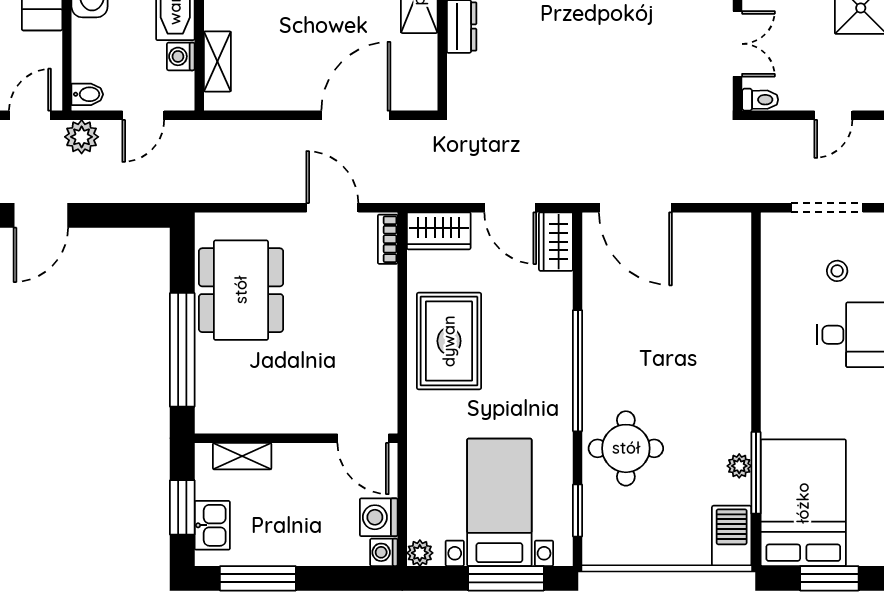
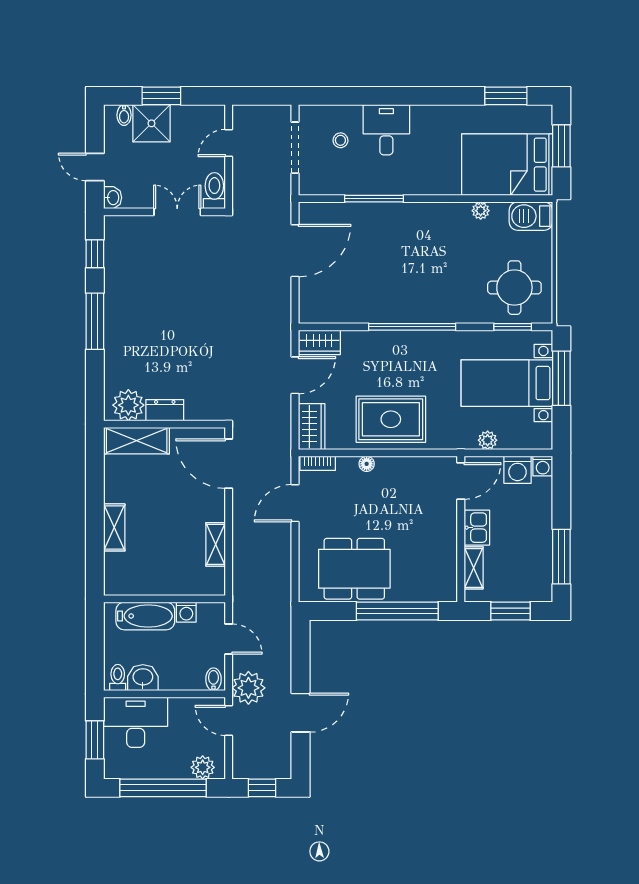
shelving: (217, 61) -> (216, 544), moved, turned 90
toilet: (760, 100) -> (214, 191), width x1.37, depth x1.39
door: (356, 115) -> (229, 464), moved
door: (833, 115) -> (229, 143), swing flipped
plant: (82, 137) -> (248, 688), width x1.36, depth x1.36
door: (635, 208) -> (295, 251), moved
door: (41, 215) -> (301, 713), hinge flipped
floor lamp: (387, 307) -> (367, 464), added
round table: (626, 448) -> (514, 288), moved
window: (756, 473) -> (374, 199), moved
kitchen sink: (212, 525) -> (477, 528), moved, turned 90
plant: (420, 553) -> (488, 440), moved

